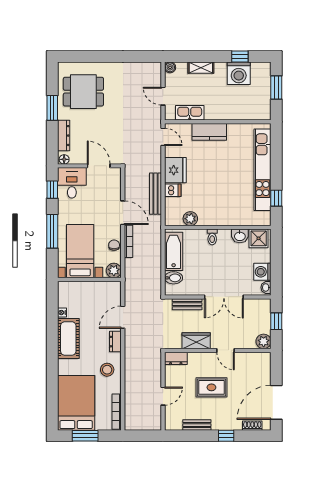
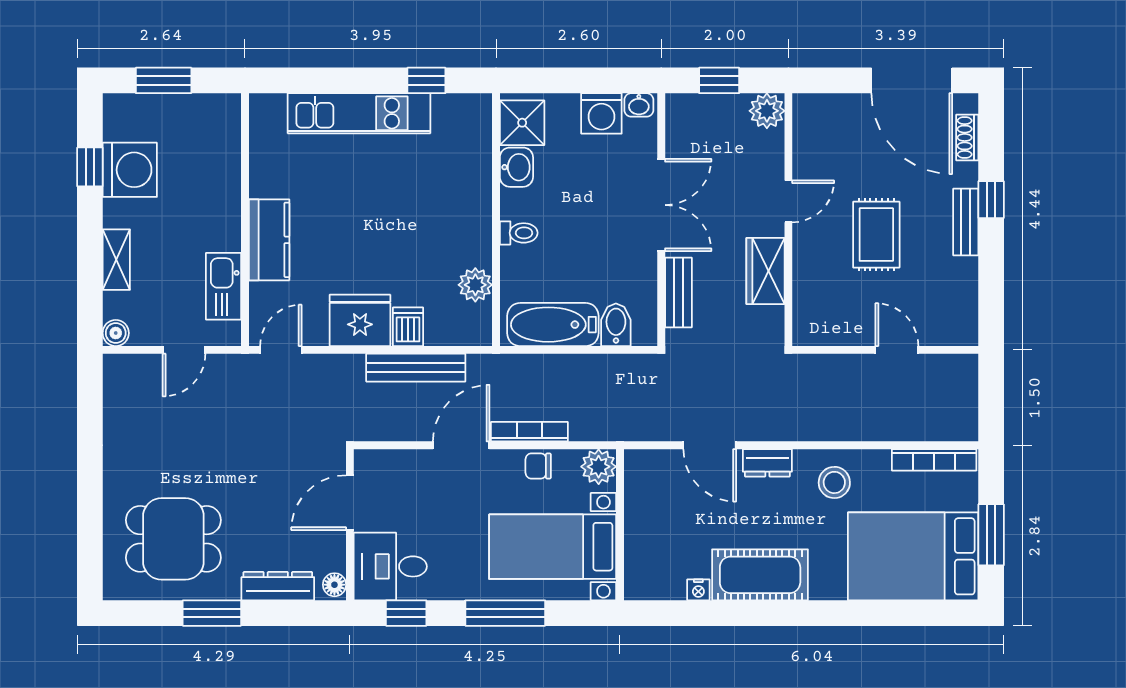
dining table: (83, 92) -> (173, 539), turned 90
kitchen unit: (263, 170) -> (359, 113), width x0.73
dresser: (176, 358) -> (807, 319), removed
bench: (197, 425) -> (966, 222), moved

